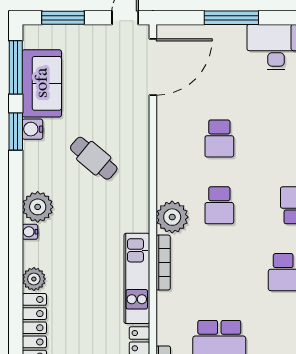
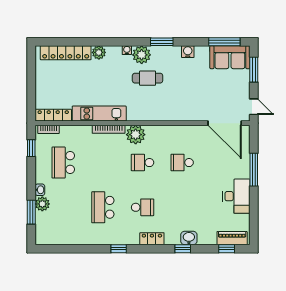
sofa: (42, 83) -> (230, 57), moved
window: (16, 131) -> (162, 42), moved
cafe table: (94, 158) -> (148, 78), moved, turned 50

